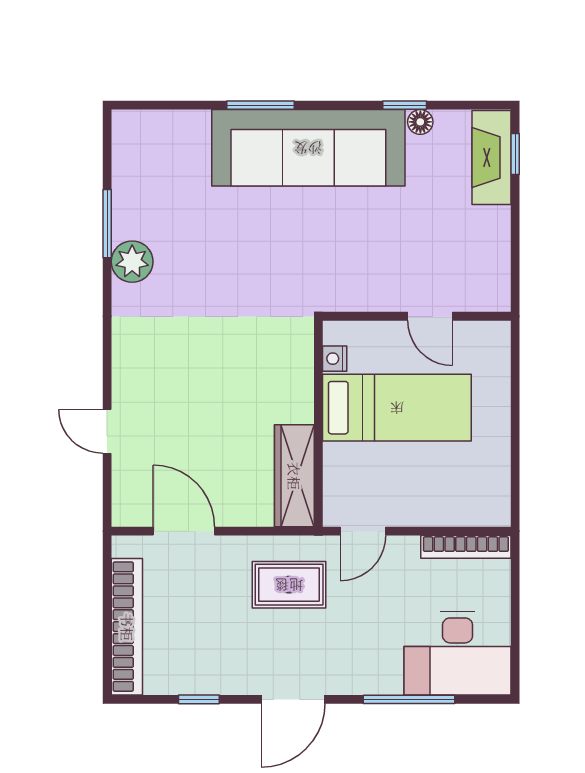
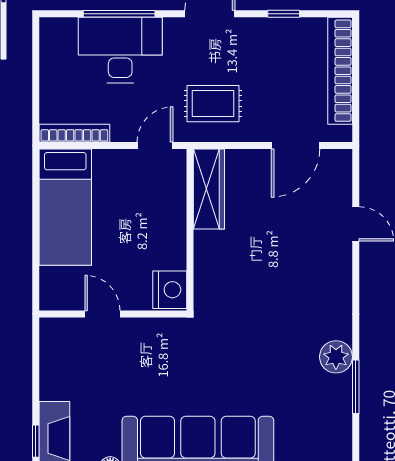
nightstand: (335, 359) -> (170, 290), width x1.89, depth x1.79
bed: (397, 408) -> (65, 207), moved, turned -90
door: (184, 531) -> (295, 146), hinge flipped
desk: (458, 653) -> (120, 50), moved

